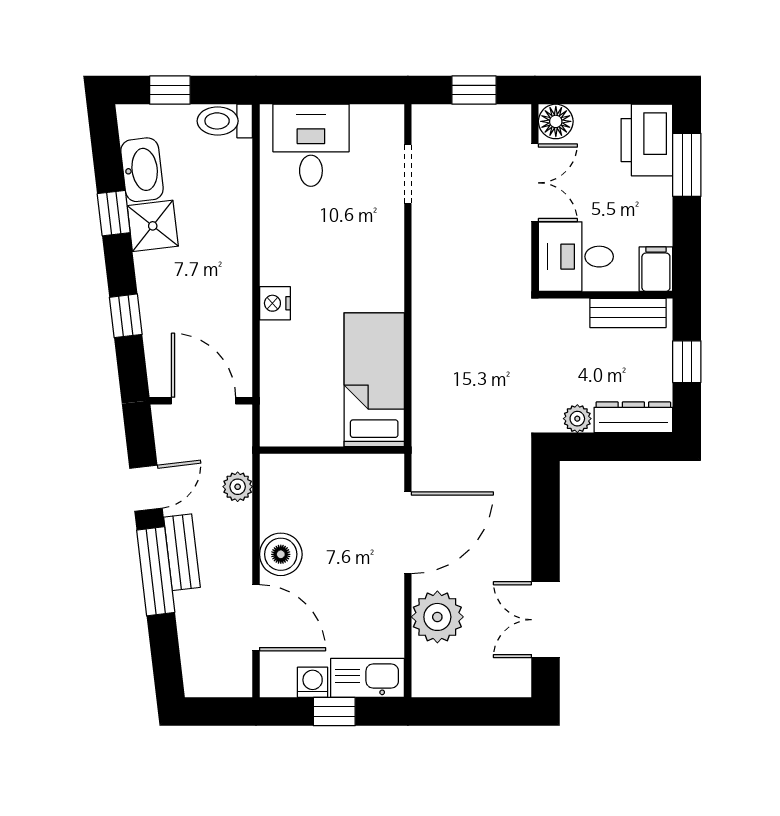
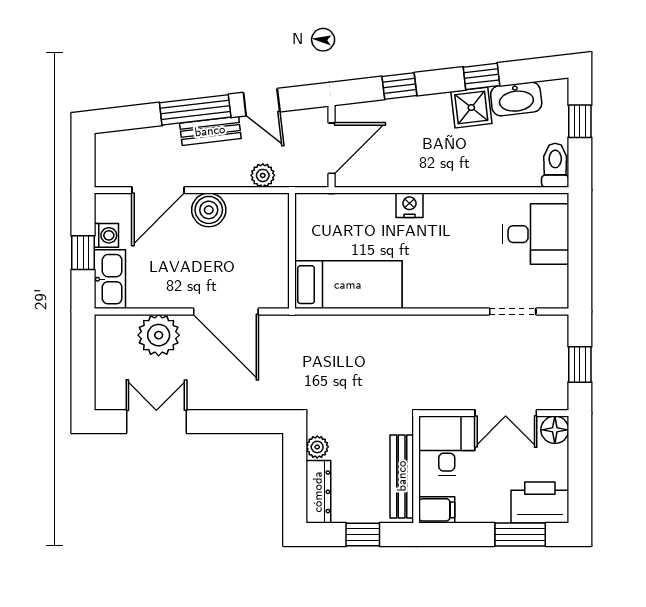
bench: (628, 313) -> (402, 476), width x1.36

